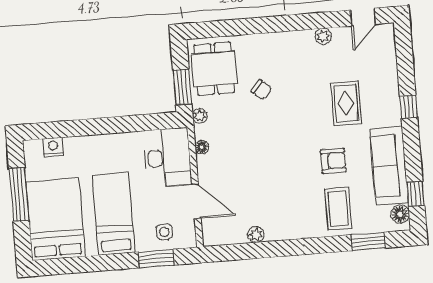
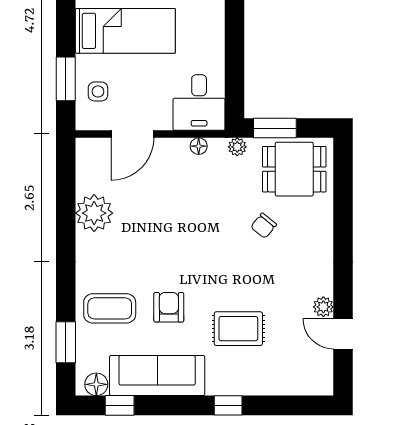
door: (363, 17) -> (343, 334), moved
desk: (167, 157) -> (199, 103), width x0.73
armchair: (333, 161) -> (169, 307), turned 180
plant: (256, 235) -> (94, 213), width x1.88, depth x1.88

